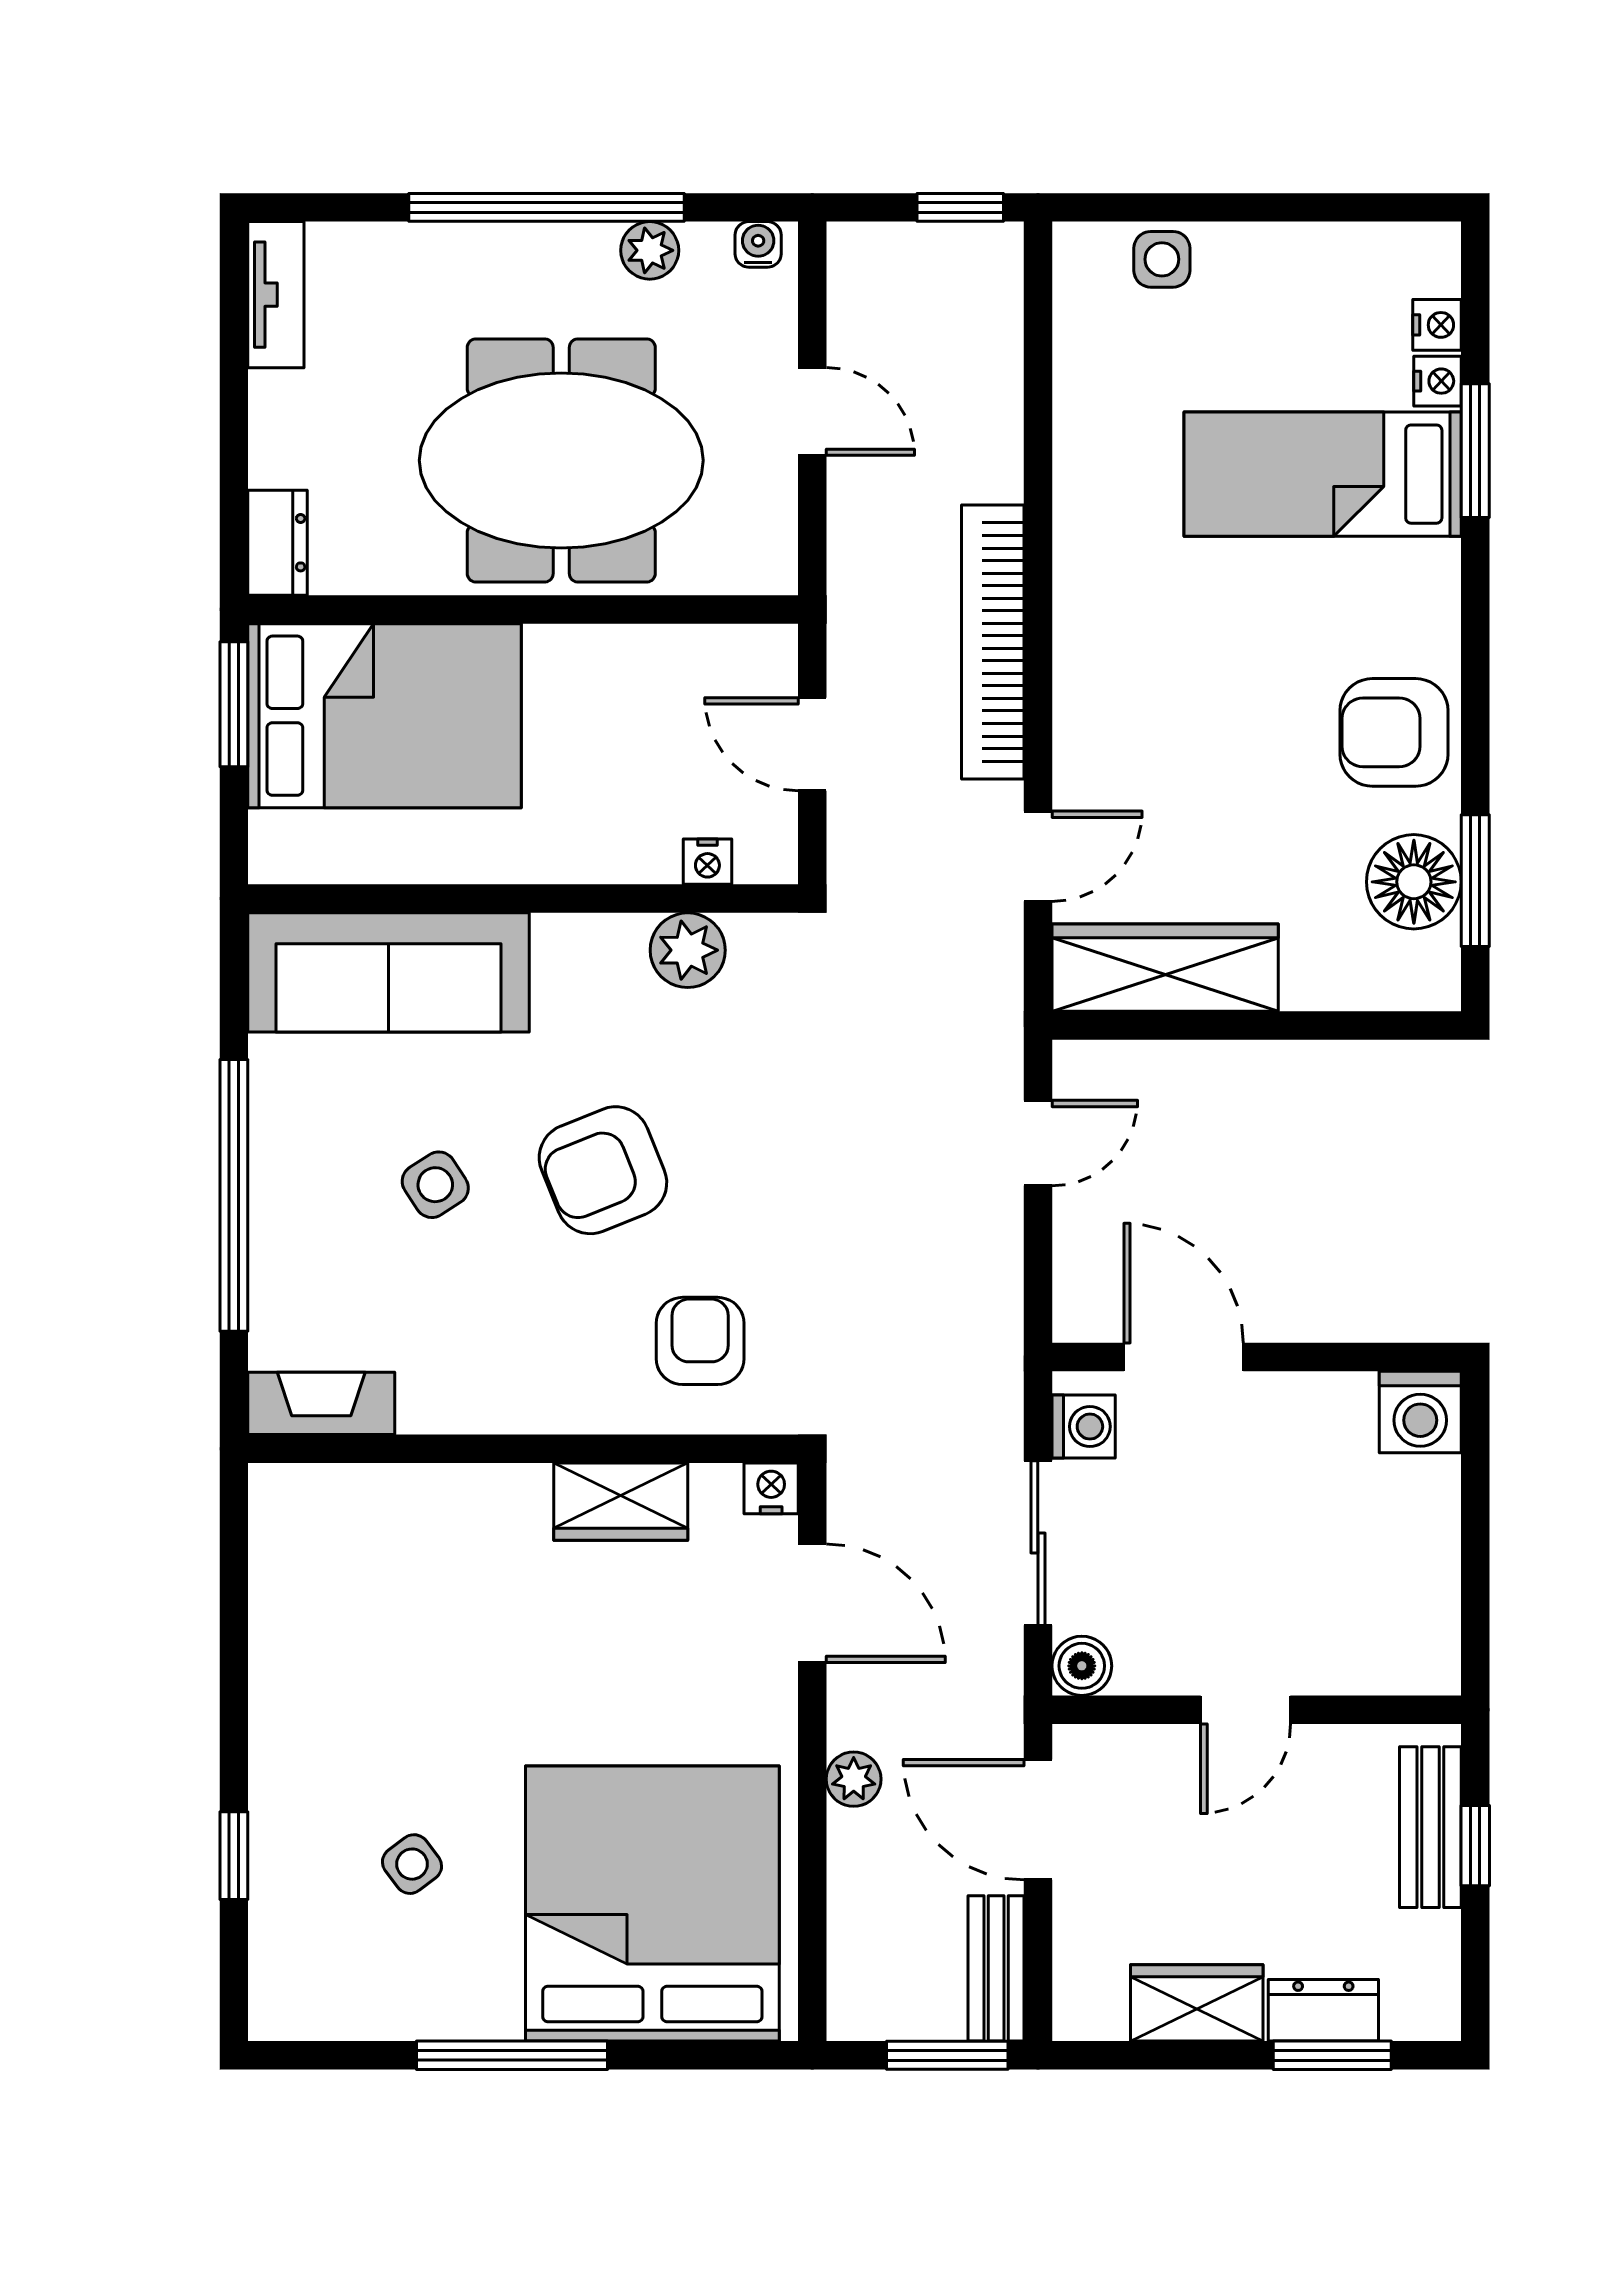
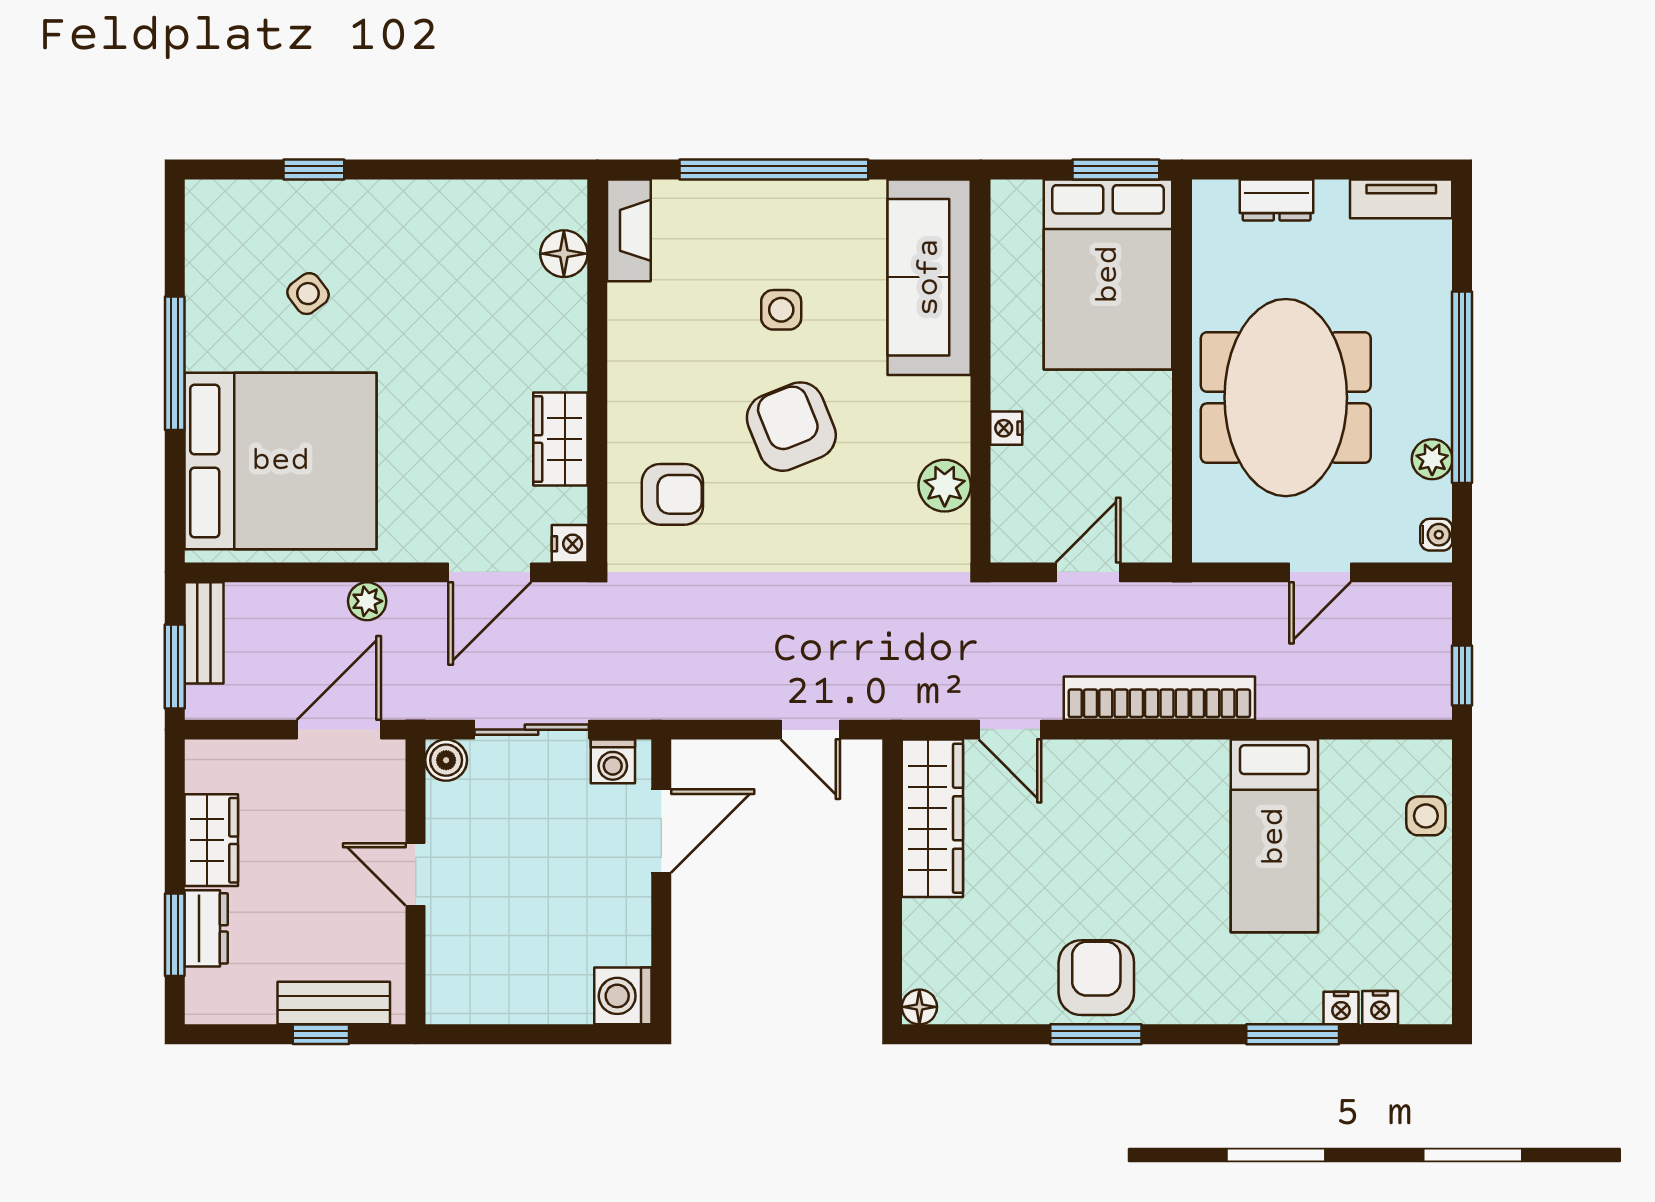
bed: (1323, 474) -> (1274, 836), moved, turned 180
dresser: (278, 543) -> (1277, 200), moved
nightstand: (707, 862) -> (1006, 428), moved
window: (1475, 881) -> (1096, 1034), moved
floor lamp: (1414, 882) -> (919, 1007), moved, width x0.53, depth x0.53
side table: (435, 1185) -> (781, 310), turned 33
floor lamp: (355, 1497) -> (564, 254), added
bench: (996, 1968) -> (204, 633), moved, turned 90

